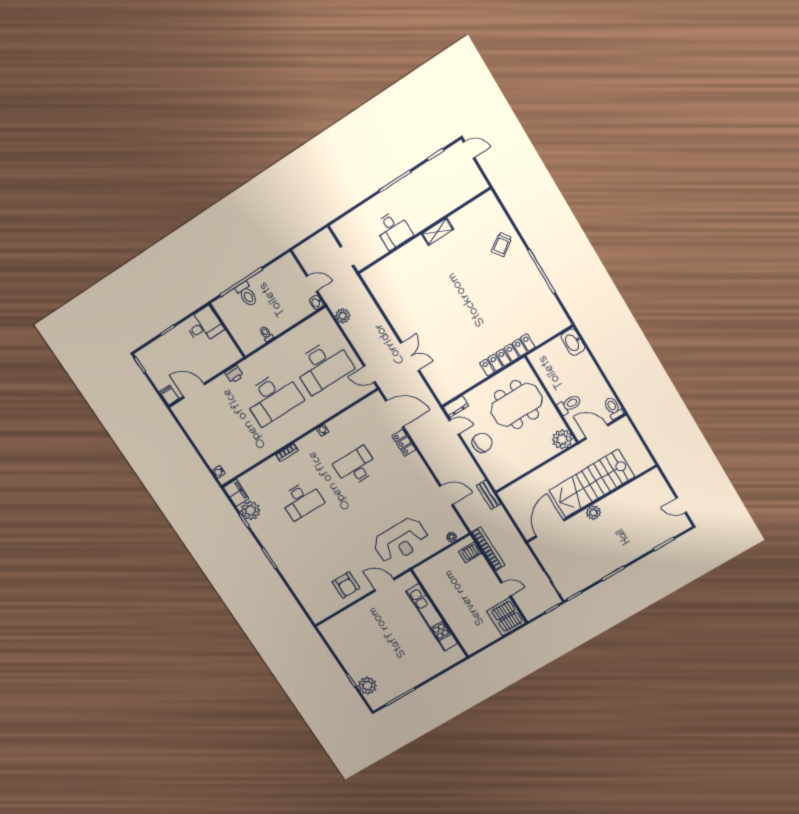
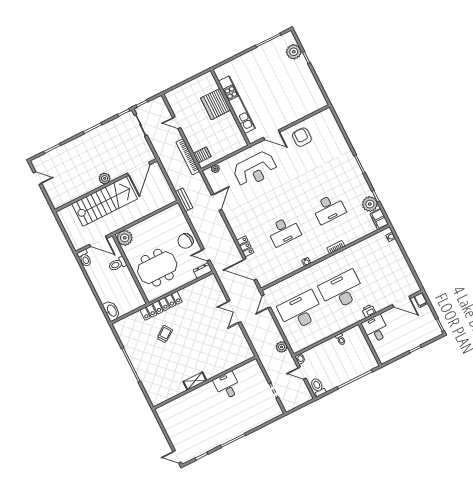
desk: (393, 230) -> (227, 386), moved
wall: (424, 231) -> (205, 383), moved
shelving: (438, 232) -> (195, 381), moved
trolley: (502, 245) -> (165, 334), moved
toilet: (247, 294) -> (318, 387), moved
desk: (204, 326) -> (375, 329), moved, turned 90
door: (369, 374) -> (266, 301), swing flipped
door: (446, 495) -> (216, 202), swing flipped
desk: (302, 500) -> (329, 209), turned 180
reception desk: (401, 541) -> (255, 169), turned 180
server rack: (506, 617) -> (216, 104), moved, turned 180

